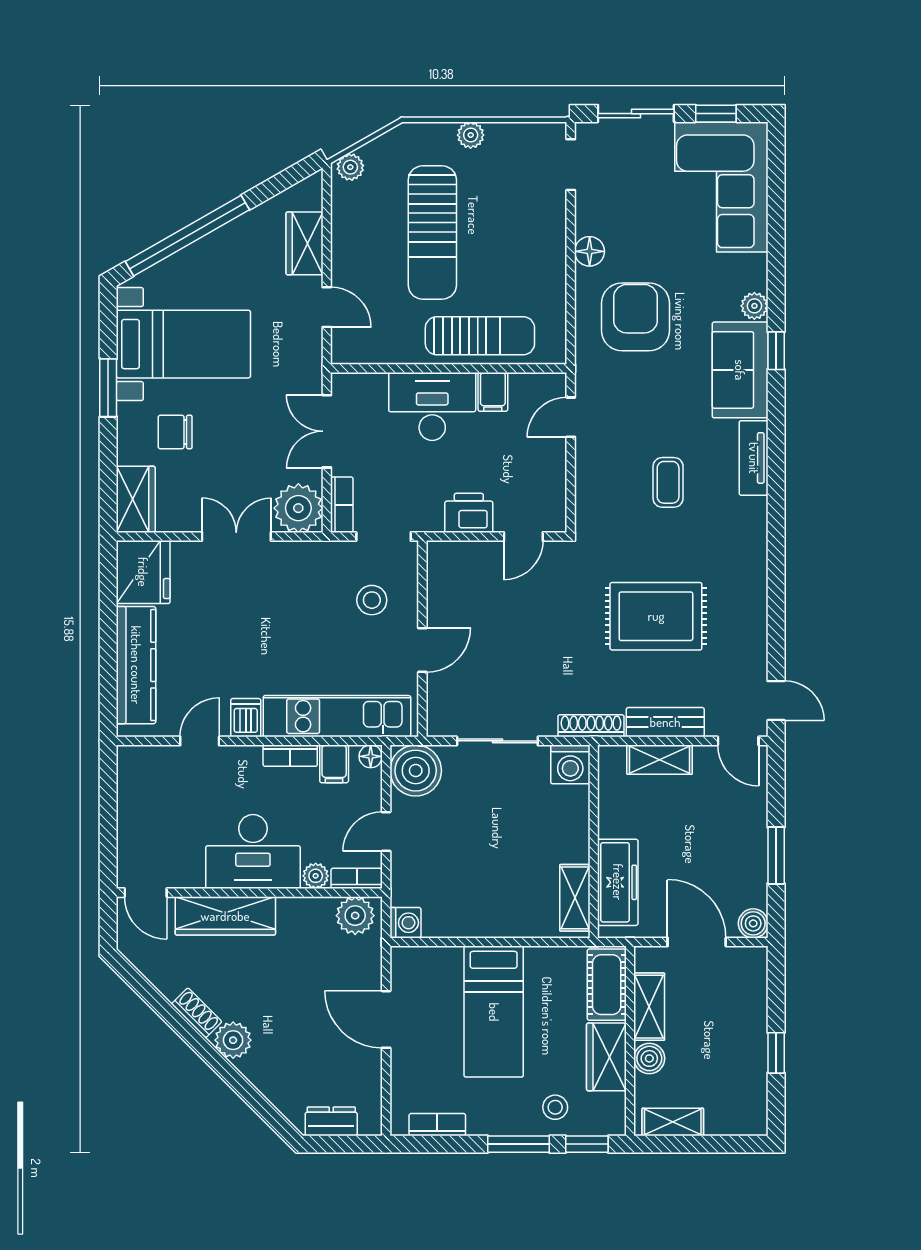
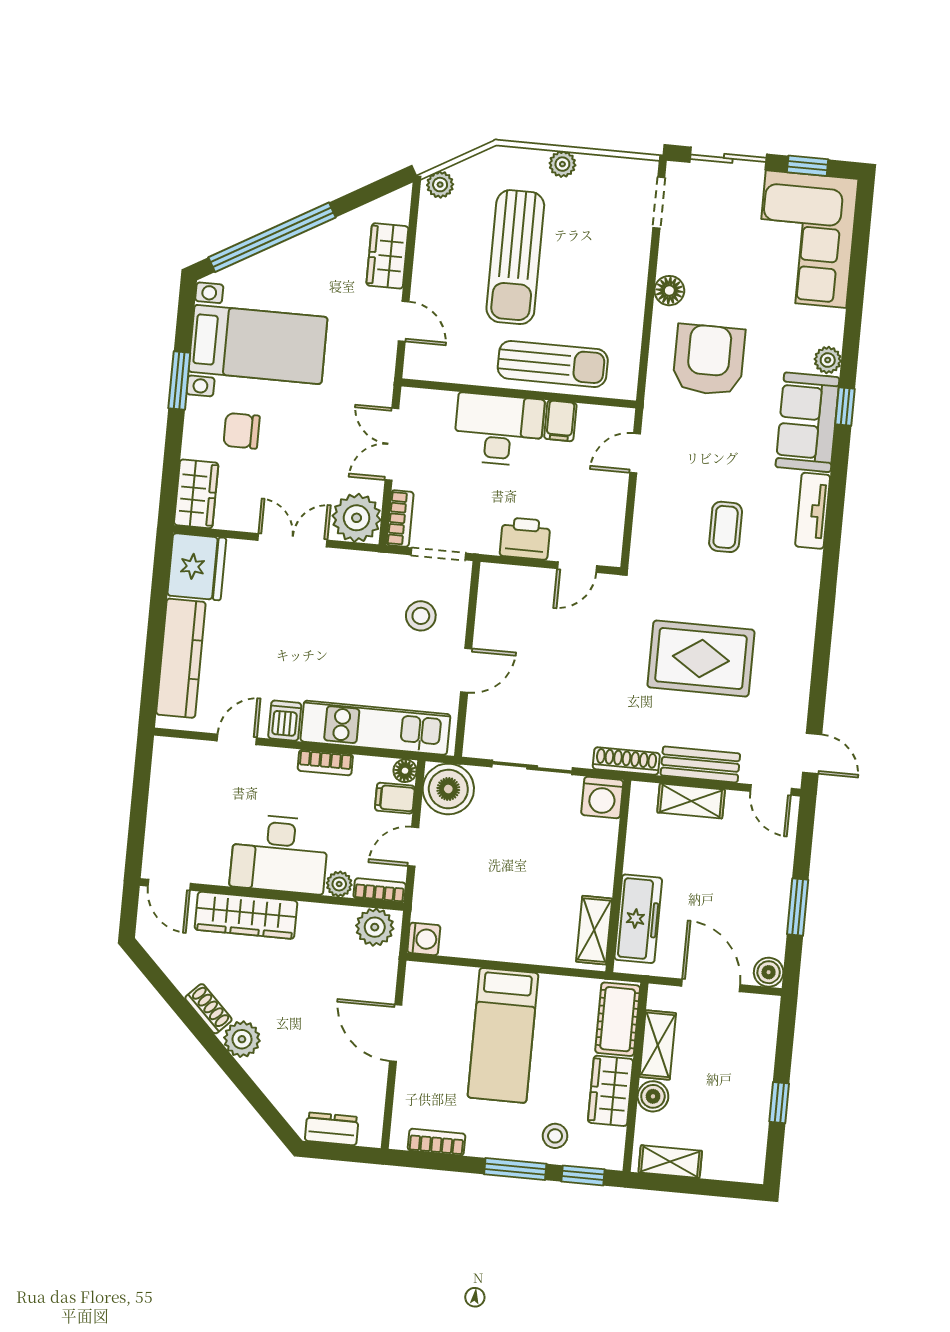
filing cabinet: (334, 764) -> (395, 798), moved, turned 90

